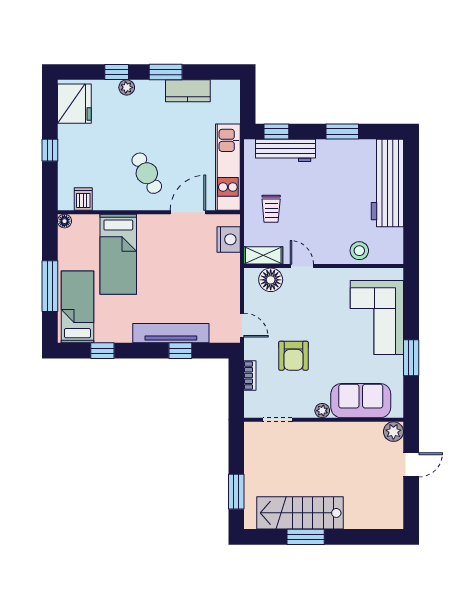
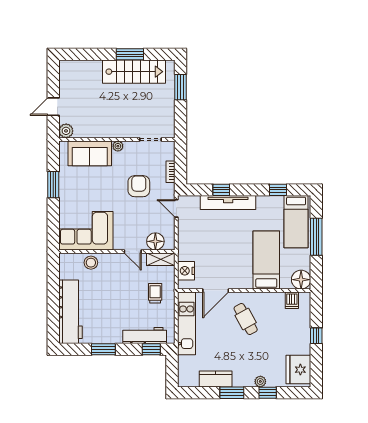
floor lamp: (64, 221) -> (301, 280), width x1.89, depth x1.89
corner sofa: (377, 317) -> (86, 231), moved, turned -90

